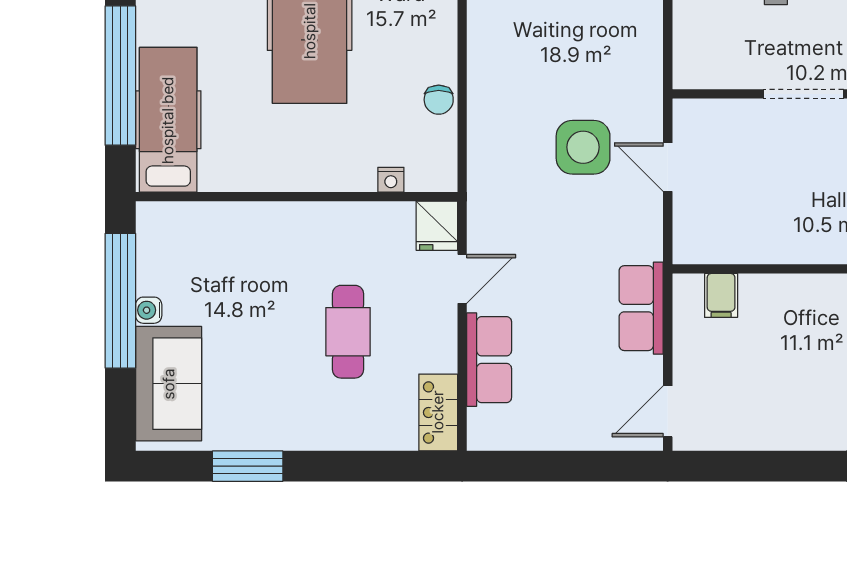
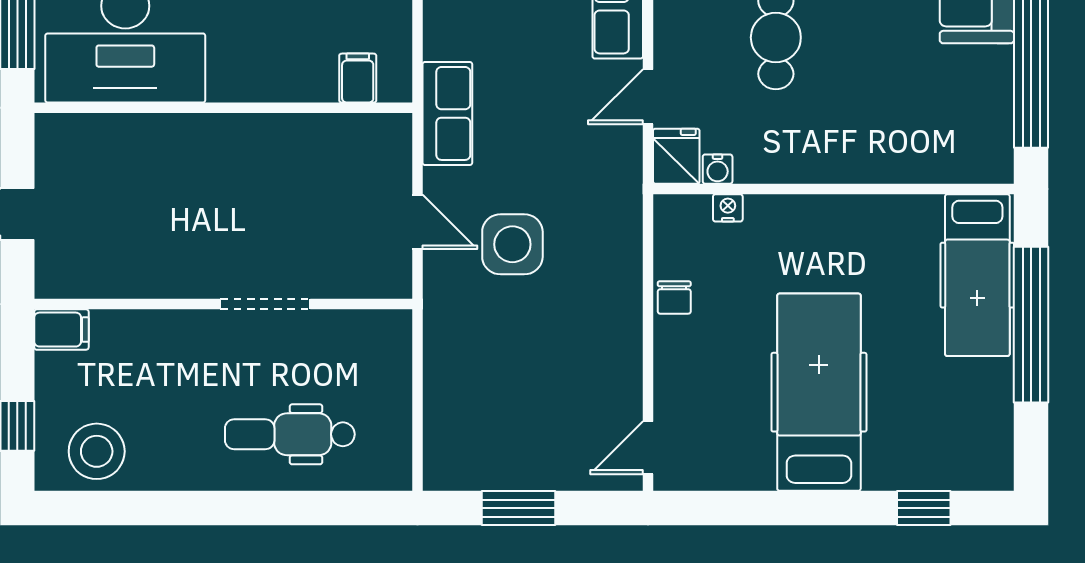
chair: (439, 100) -> (674, 298), turned 180
row of seats: (641, 308) -> (447, 113), moved
water cooler: (149, 310) -> (718, 169), moved, turned 90

